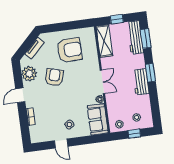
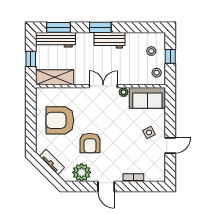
armchair: (70, 50) -> (60, 120), turned -89
armchair: (54, 77) -> (90, 143), turned -106

